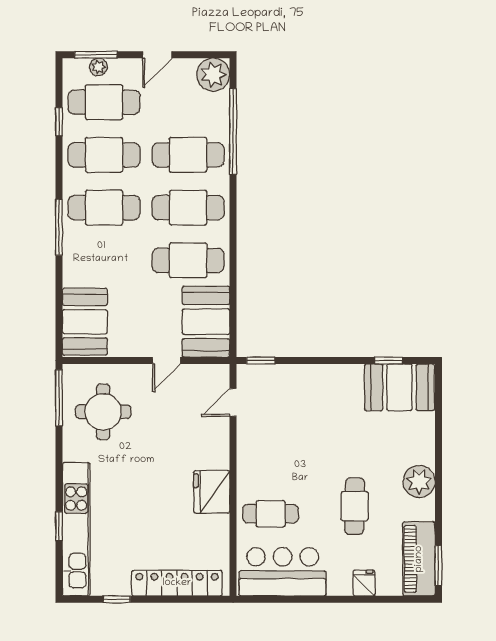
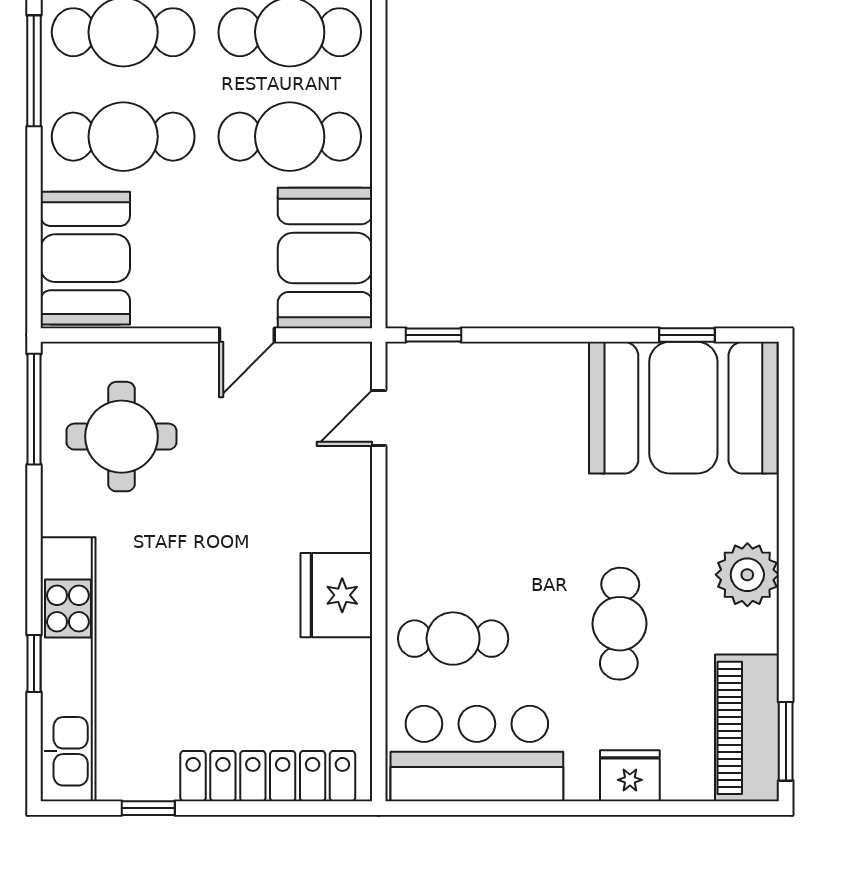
cafe table: (104, 260) -> (123, 137), added
booth: (399, 387) -> (683, 408), width x1.36, depth x1.42
fridge: (364, 583) -> (630, 776), width x1.38

